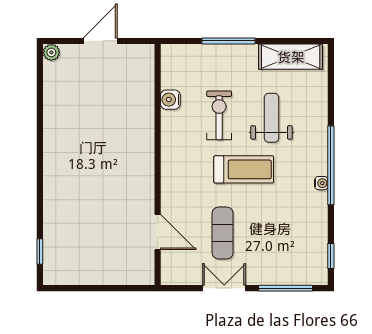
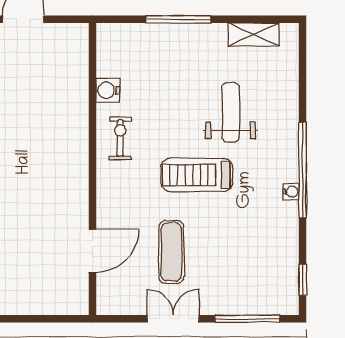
shelving: (291, 57) -> (254, 35), width x0.67, depth x0.75
exercise bike: (219, 115) -> (120, 138), moved, width x0.73, depth x0.72
treadmill: (244, 169) -> (197, 175), turned 180
door: (158, 232) -> (92, 251), hinge flipped

